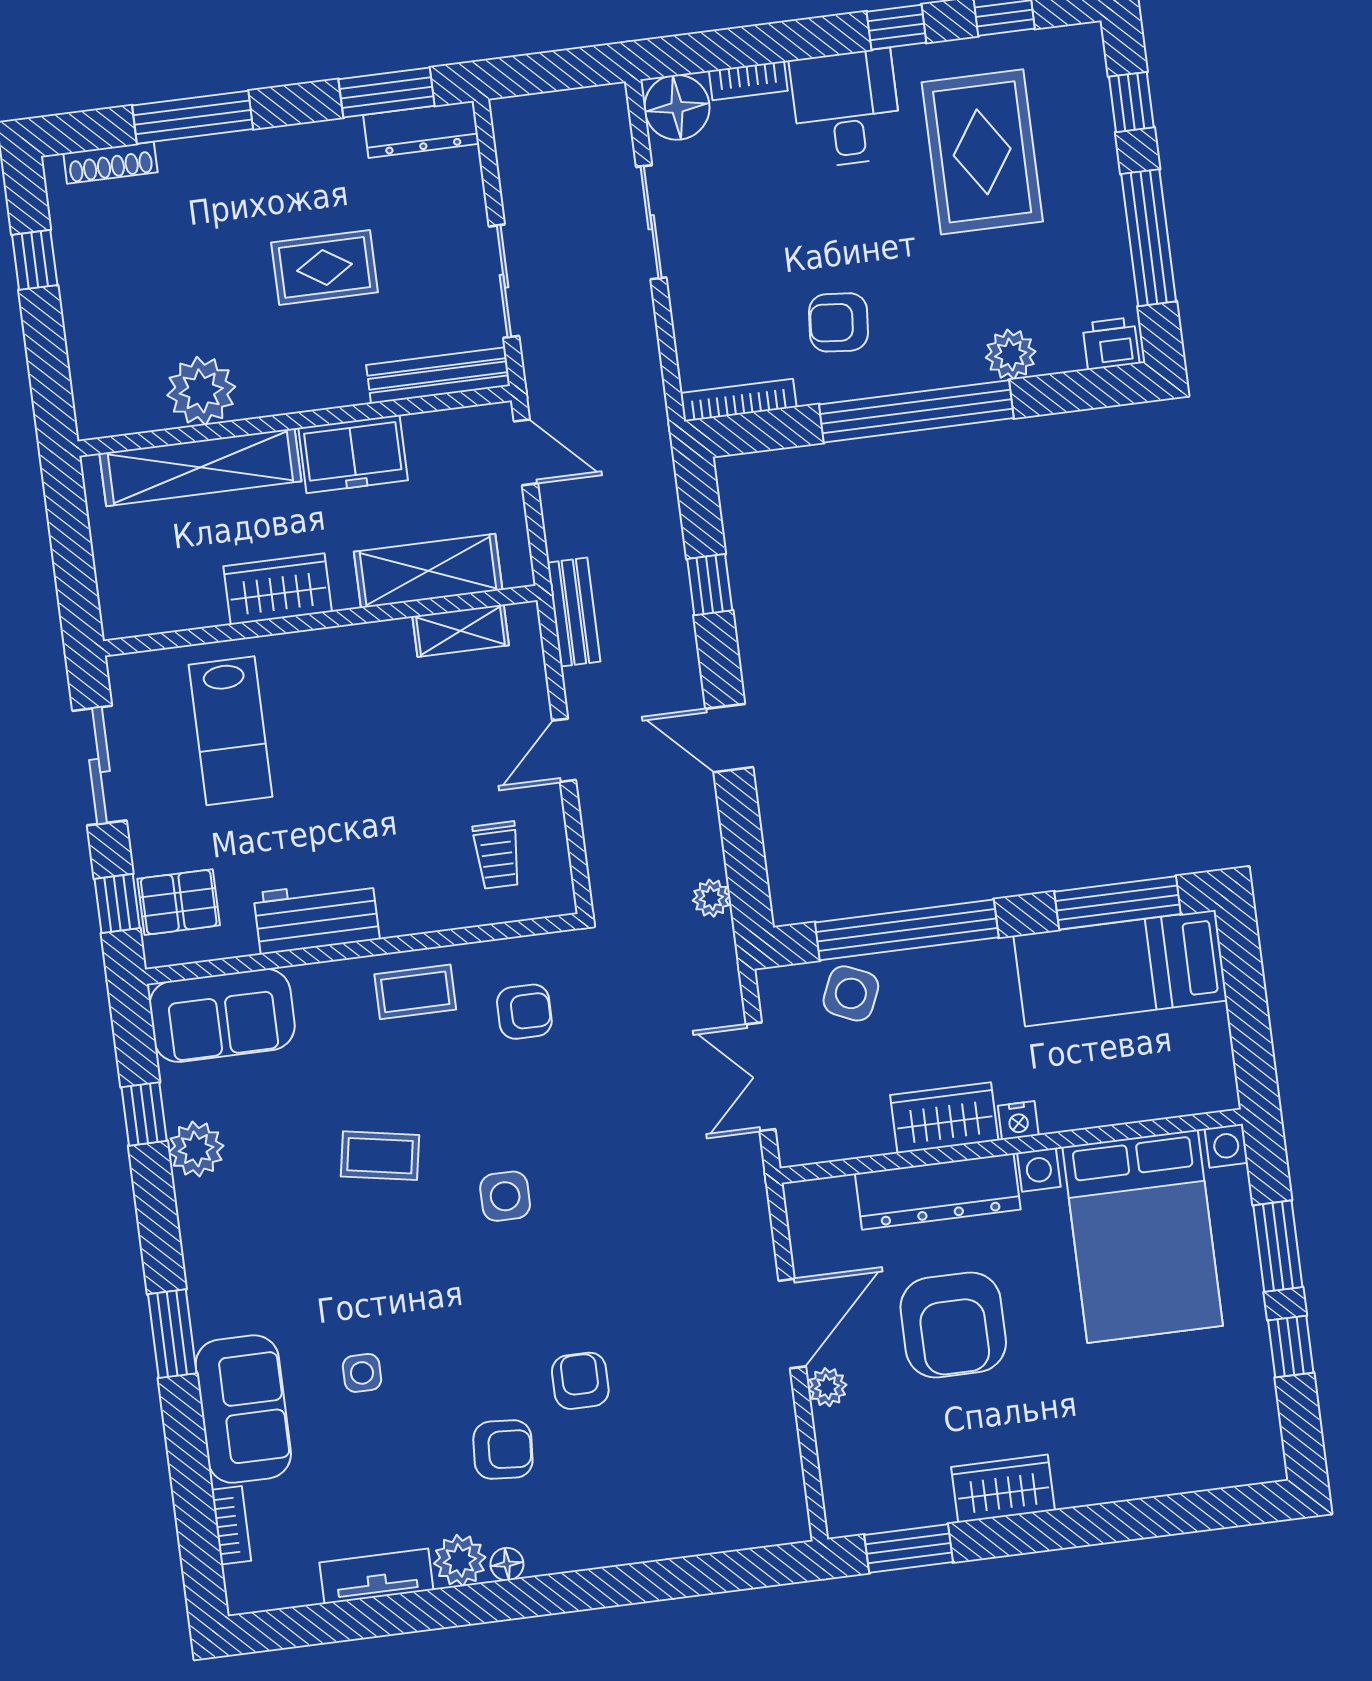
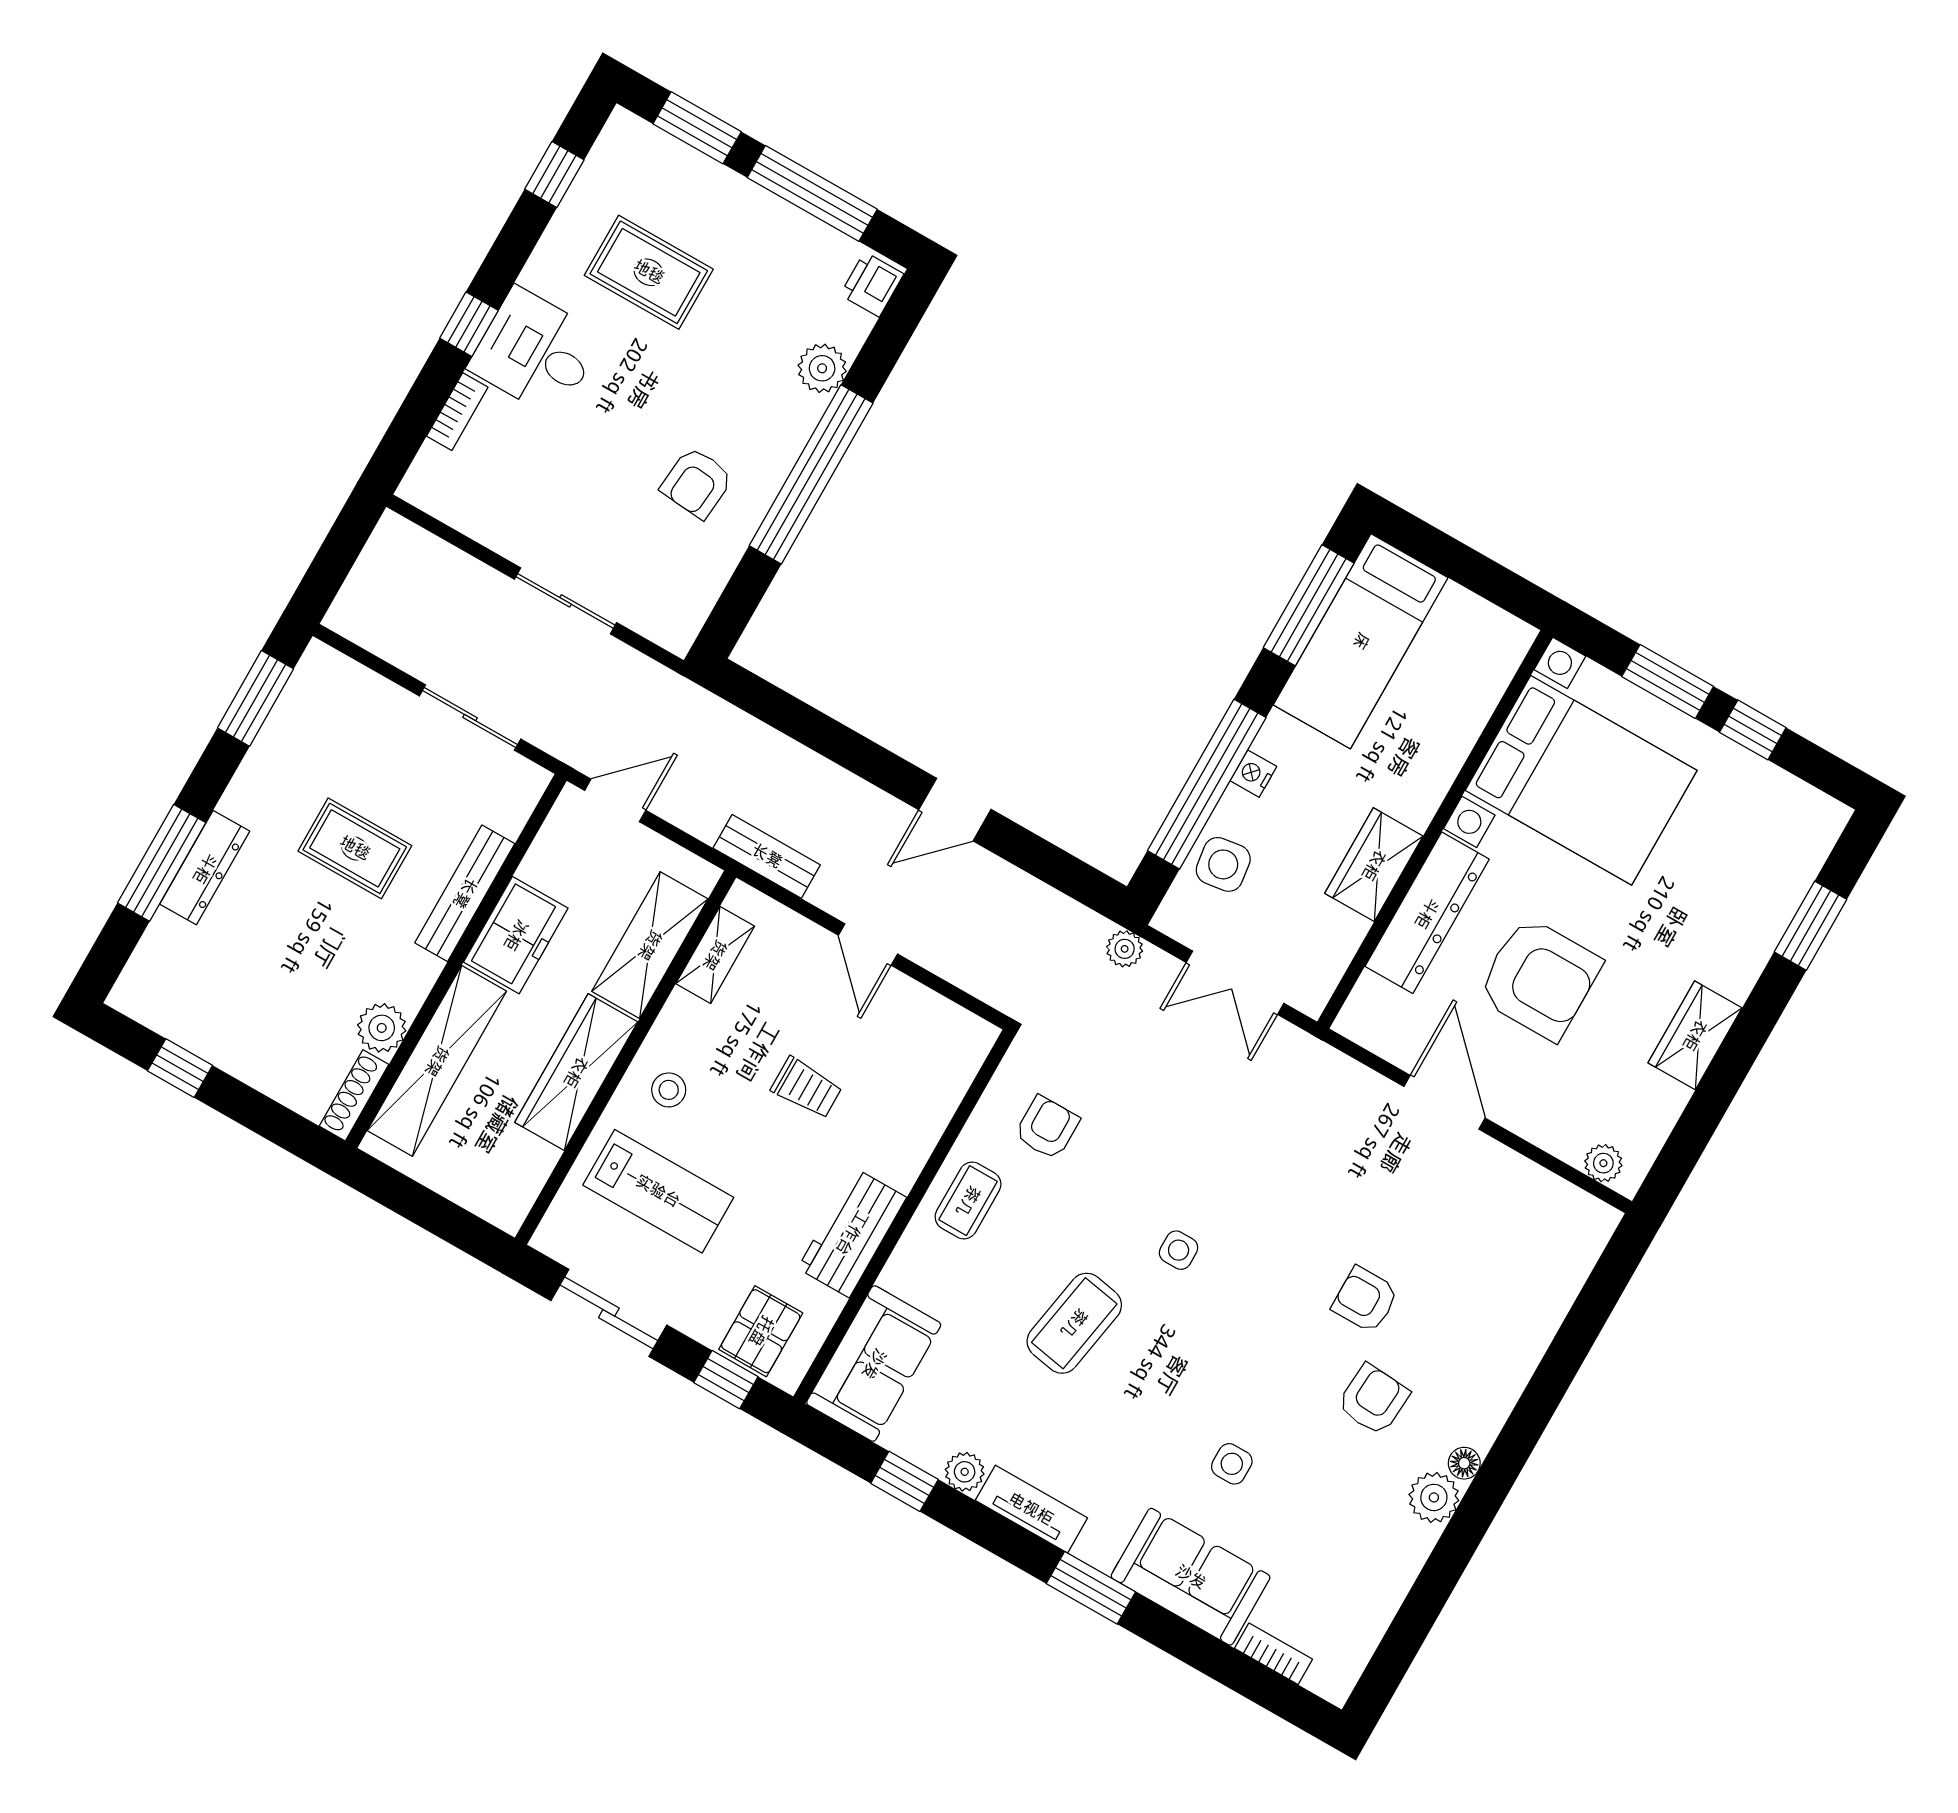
window: (896, 27) -> (469, 324), moved
window: (1131, 102) -> (697, 128), width x1.50
floor lamp: (677, 107) -> (436, 482), removed
dresser: (421, 129) -> (205, 868), moved
rug: (982, 152) -> (649, 272), width x0.73, depth x0.70
shoe rack: (110, 163) -> (354, 1095), moved, turned 180
sliding door: (651, 222) -> (565, 601), moved
rug: (325, 267) -> (355, 848), turned 90
bench: (438, 375) -> (465, 893), moved
plant: (201, 391) -> (382, 1028), width x0.73, depth x0.73
bookcase: (738, 400) -> (699, 606), removed
window: (710, 585) -> (825, 735), removed
wardrobe: (278, 589) -> (576, 1072), width x1.50
stool: (320, 676) -> (669, 1090), added
trolley: (497, 855) -> (807, 1088), moved
plant: (711, 898) -> (1125, 949), moved
side table: (851, 993) -> (1223, 864), turned -32
nightstand: (1018, 1120) -> (1253, 774), moved, turned 180
plant: (196, 1149) -> (965, 1472), width x0.73, depth x0.73
coffee table: (380, 1156) -> (1074, 1323), width x1.36, depth x1.30
side table: (505, 1196) -> (1179, 1250), width x0.73, depth x0.73
plant: (827, 1387) -> (1603, 1163), moved
window: (909, 1549) -> (1810, 926), moved
tv unit: (376, 1576) -> (1031, 1509), moved, turned 90

